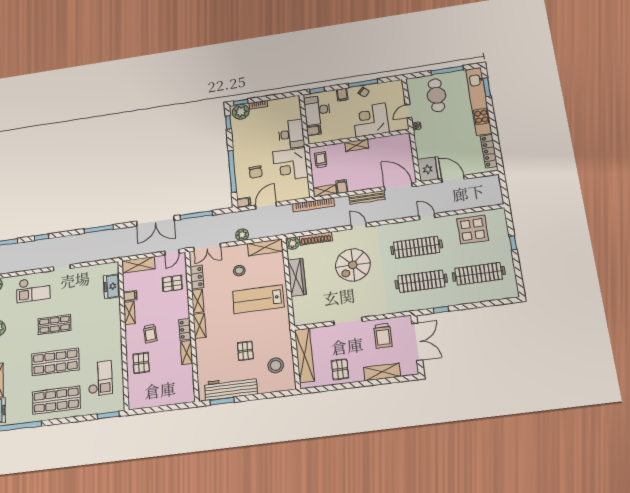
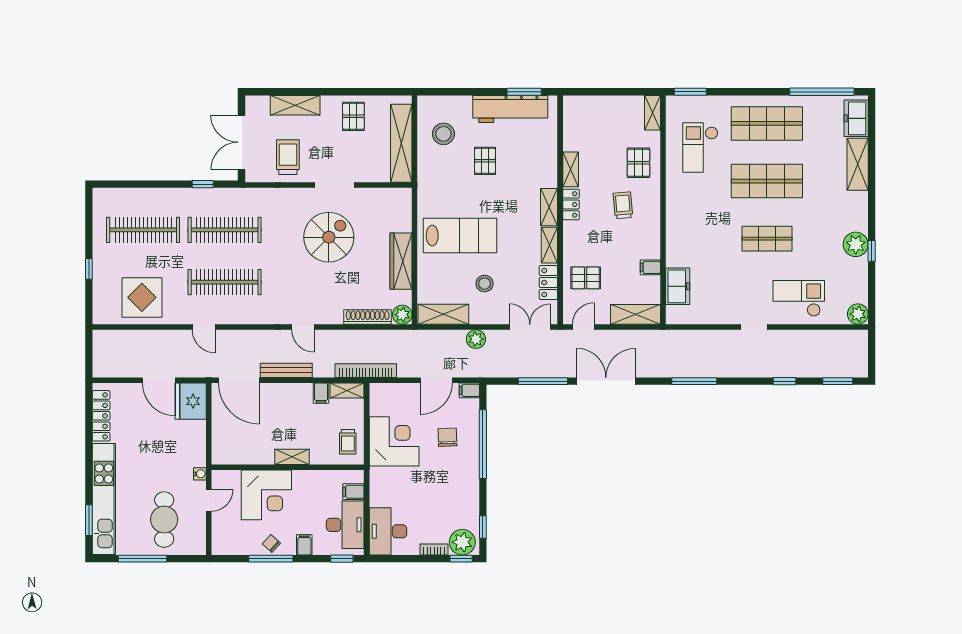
desk: (291, 134) -> (388, 531), moved
spiral stairs: (353, 265) -> (329, 237), moved
shelving: (129, 313) -> (653, 113), moved

